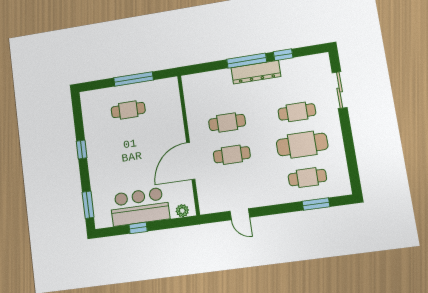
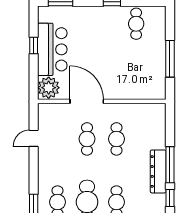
cafe table: (128, 110) -> (136, 24), moved
plant: (182, 211) -> (49, 88), width x1.87, depth x1.87

